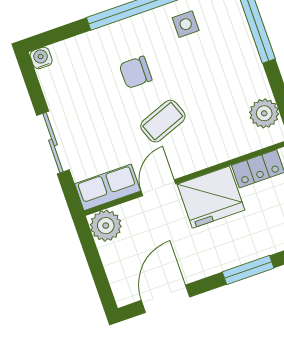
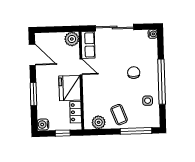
coffee table: (163, 121) -> (119, 115), moved
sliding door: (53, 143) -> (115, 28), width x1.37

